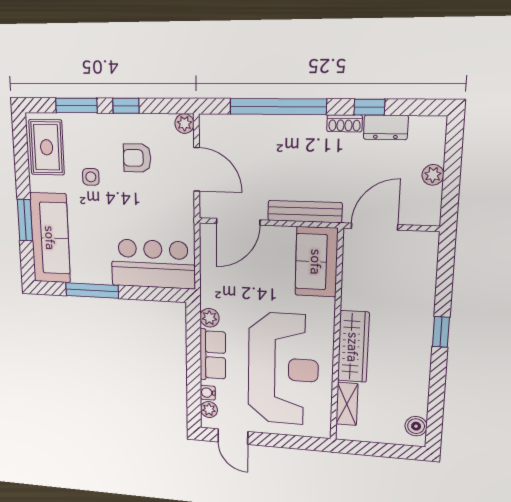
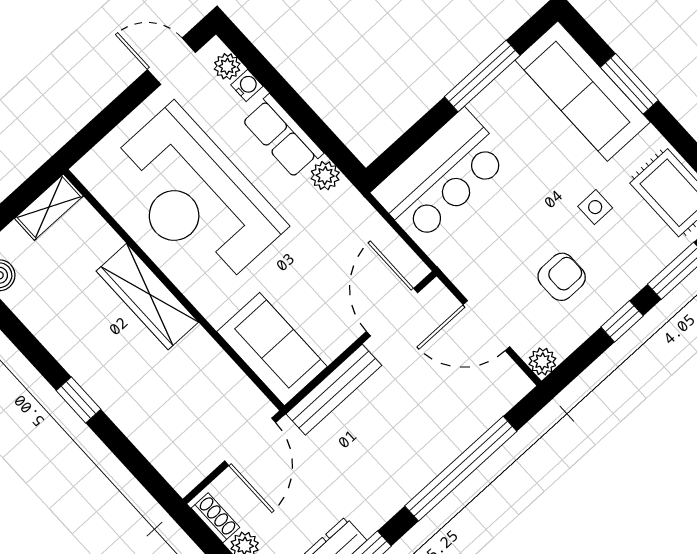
shoe rack: (345, 123) -> (215, 518), moved, turned 90
shelving: (347, 404) -> (49, 207), moved, turned 90

